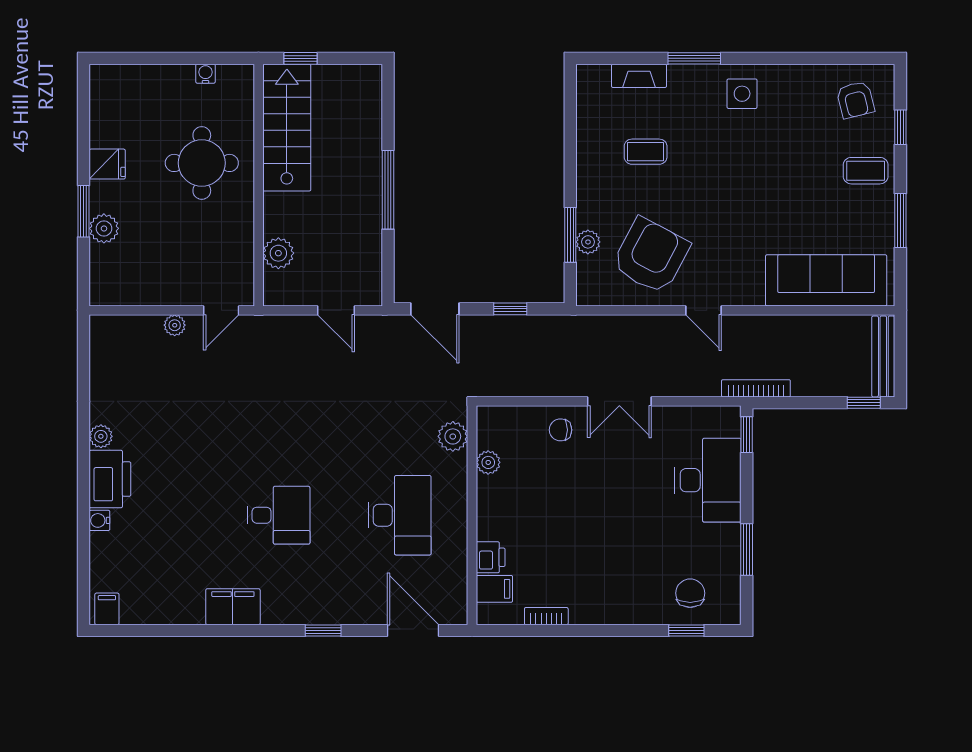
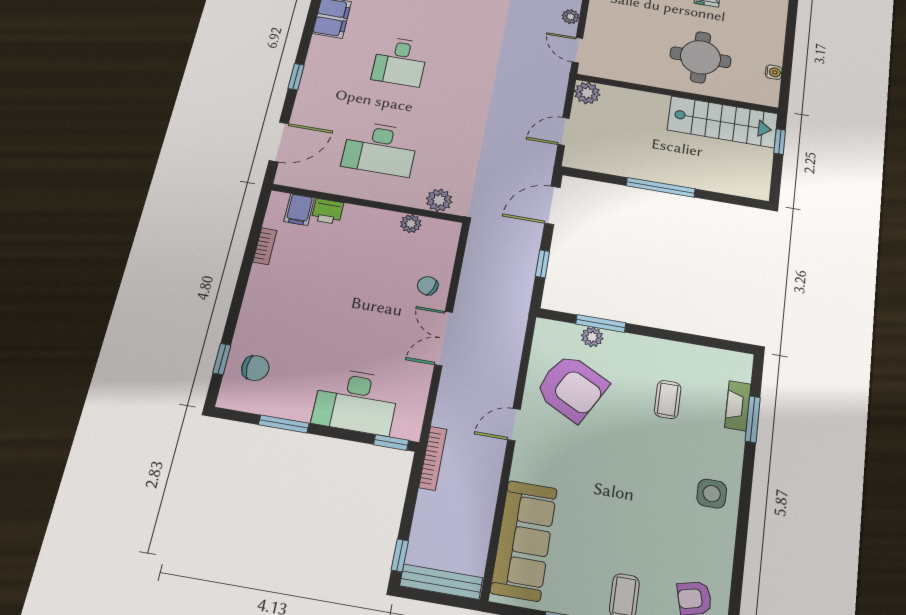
window: (694, 58) -> (753, 419), moved
plant: (278, 253) -> (587, 93), moved
chair: (560, 430) -> (428, 286), turned -68

